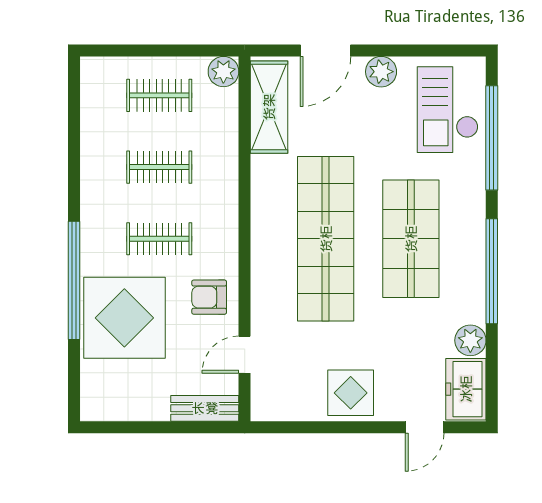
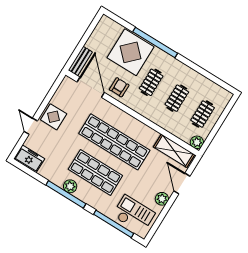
plant: (470, 340) -> (70, 186), moved
door: (245, 355) -> (91, 87), width x1.87
door: (425, 427) -> (31, 126), moved

